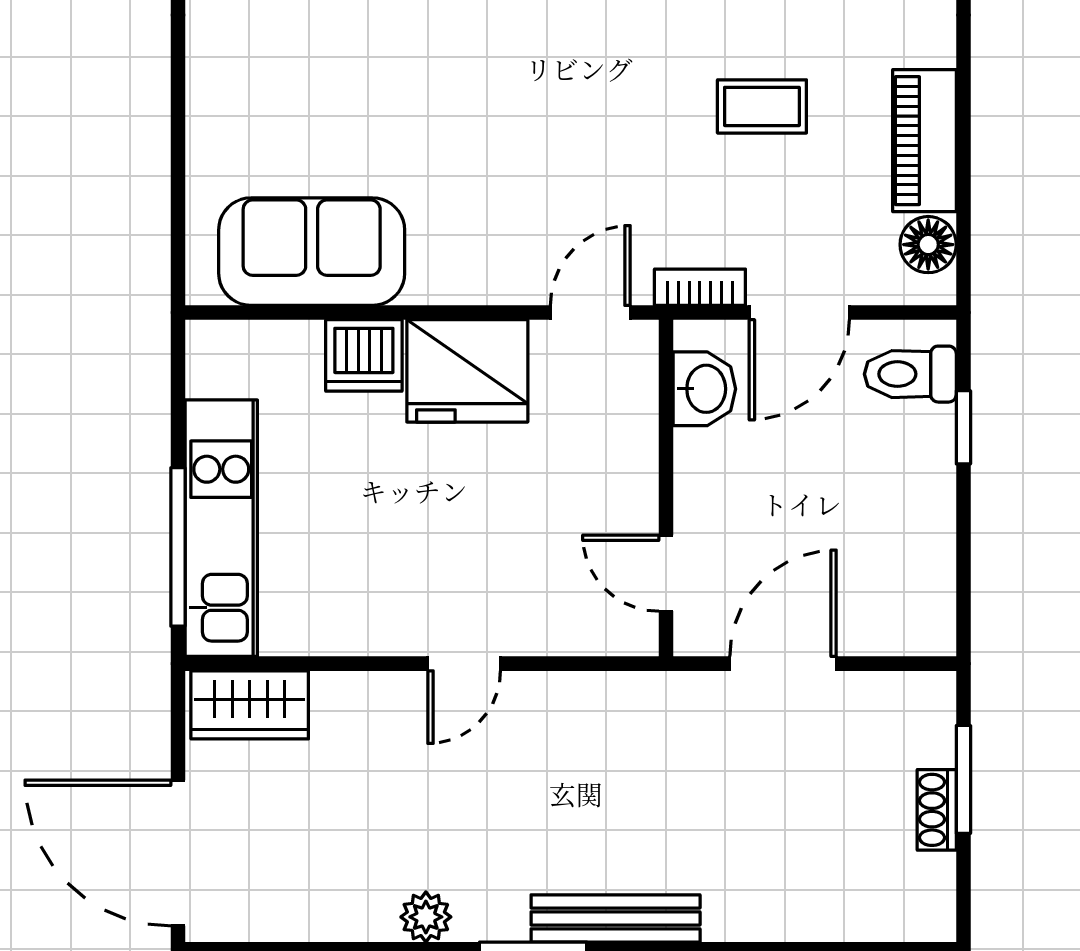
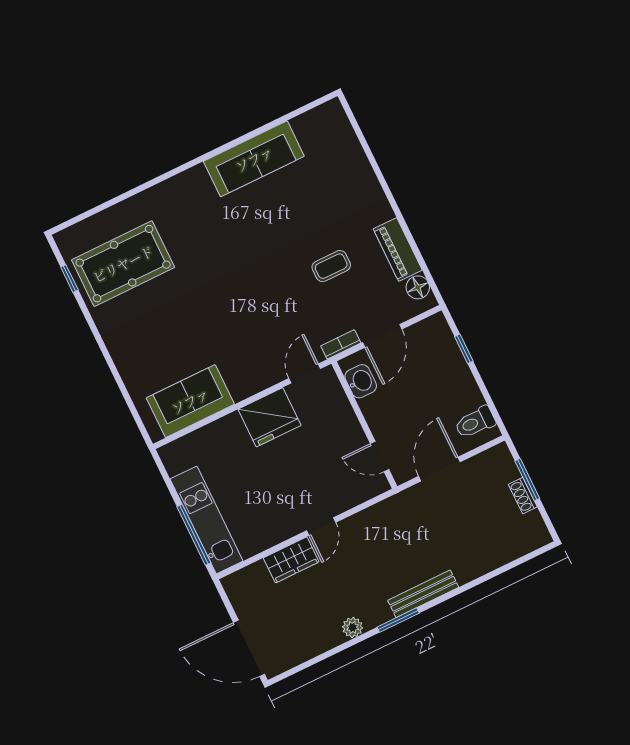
dishwasher: (364, 355) -> (228, 430), removed
toilet: (910, 374) -> (475, 422), moved
wardrobe: (250, 705) -> (291, 560), moved

